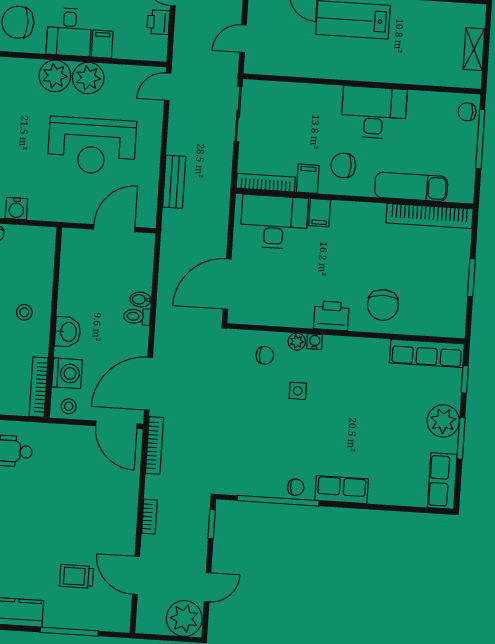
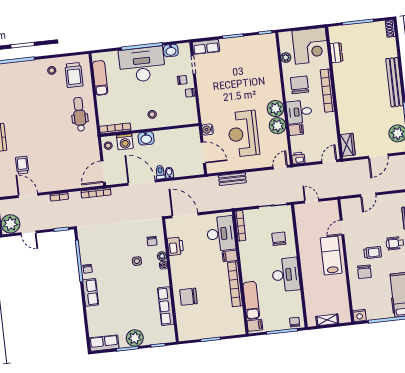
printer: (158, 22) -> (298, 158), moved
door: (168, 87) -> (280, 167), hinge flipped
chair: (343, 165) -> (279, 239), moved
filing cabinet: (308, 179) -> (255, 325), moved
water cooler: (16, 209) -> (208, 130), moved
bookcase: (429, 216) -> (235, 284), moved
printer: (331, 316) -> (175, 246), moved
row of seats: (427, 353) -> (166, 306), moved
door: (148, 384) -> (142, 183), moved
door: (136, 575) -> (28, 195), hinge flipped

